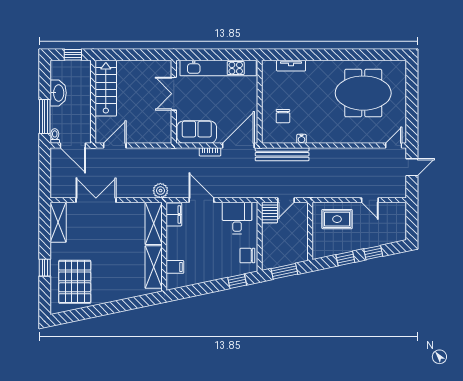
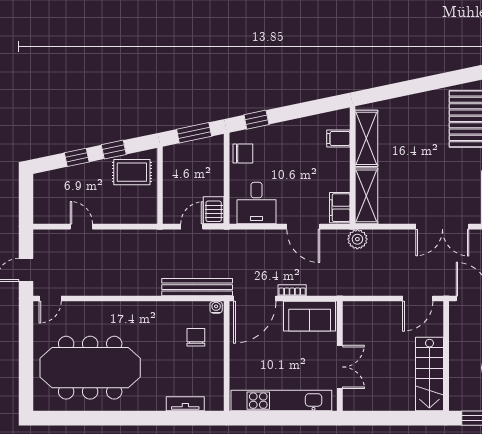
meeting table: (363, 93) -> (90, 368), width x1.36
water cooler: (301, 139) -> (216, 307), moved
rug: (337, 219) -> (132, 172), moved

